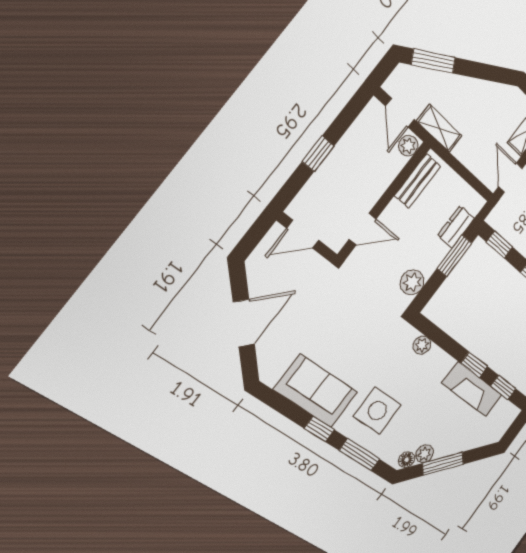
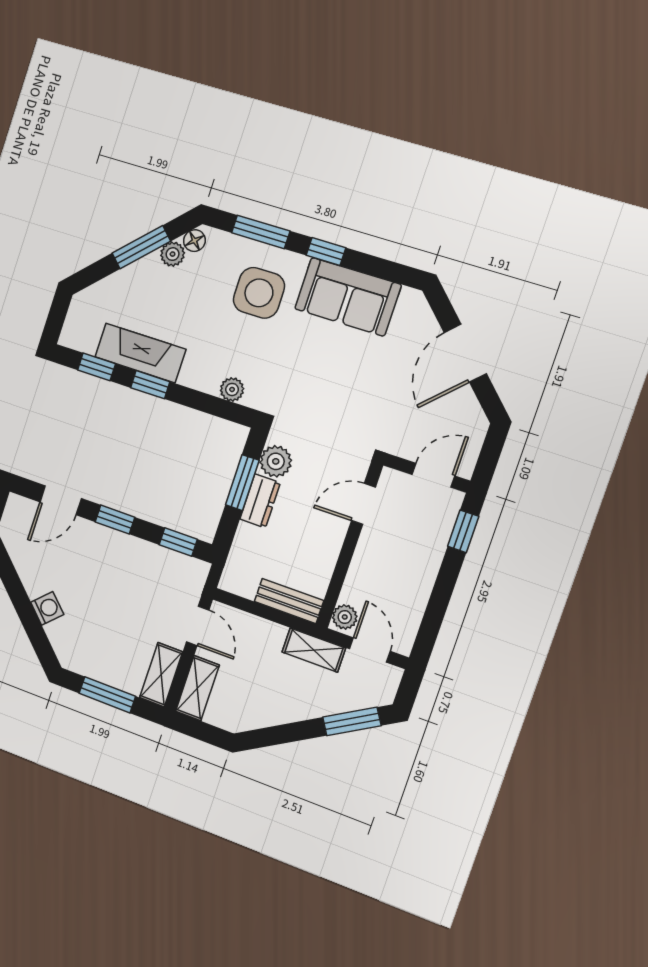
window: (318, 154) -> (463, 531), moved
bench: (418, 181) -> (289, 601), moved, turned 90
dresser: (456, 227) -> (260, 501), moved
window: (454, 256) -> (242, 483), moved

